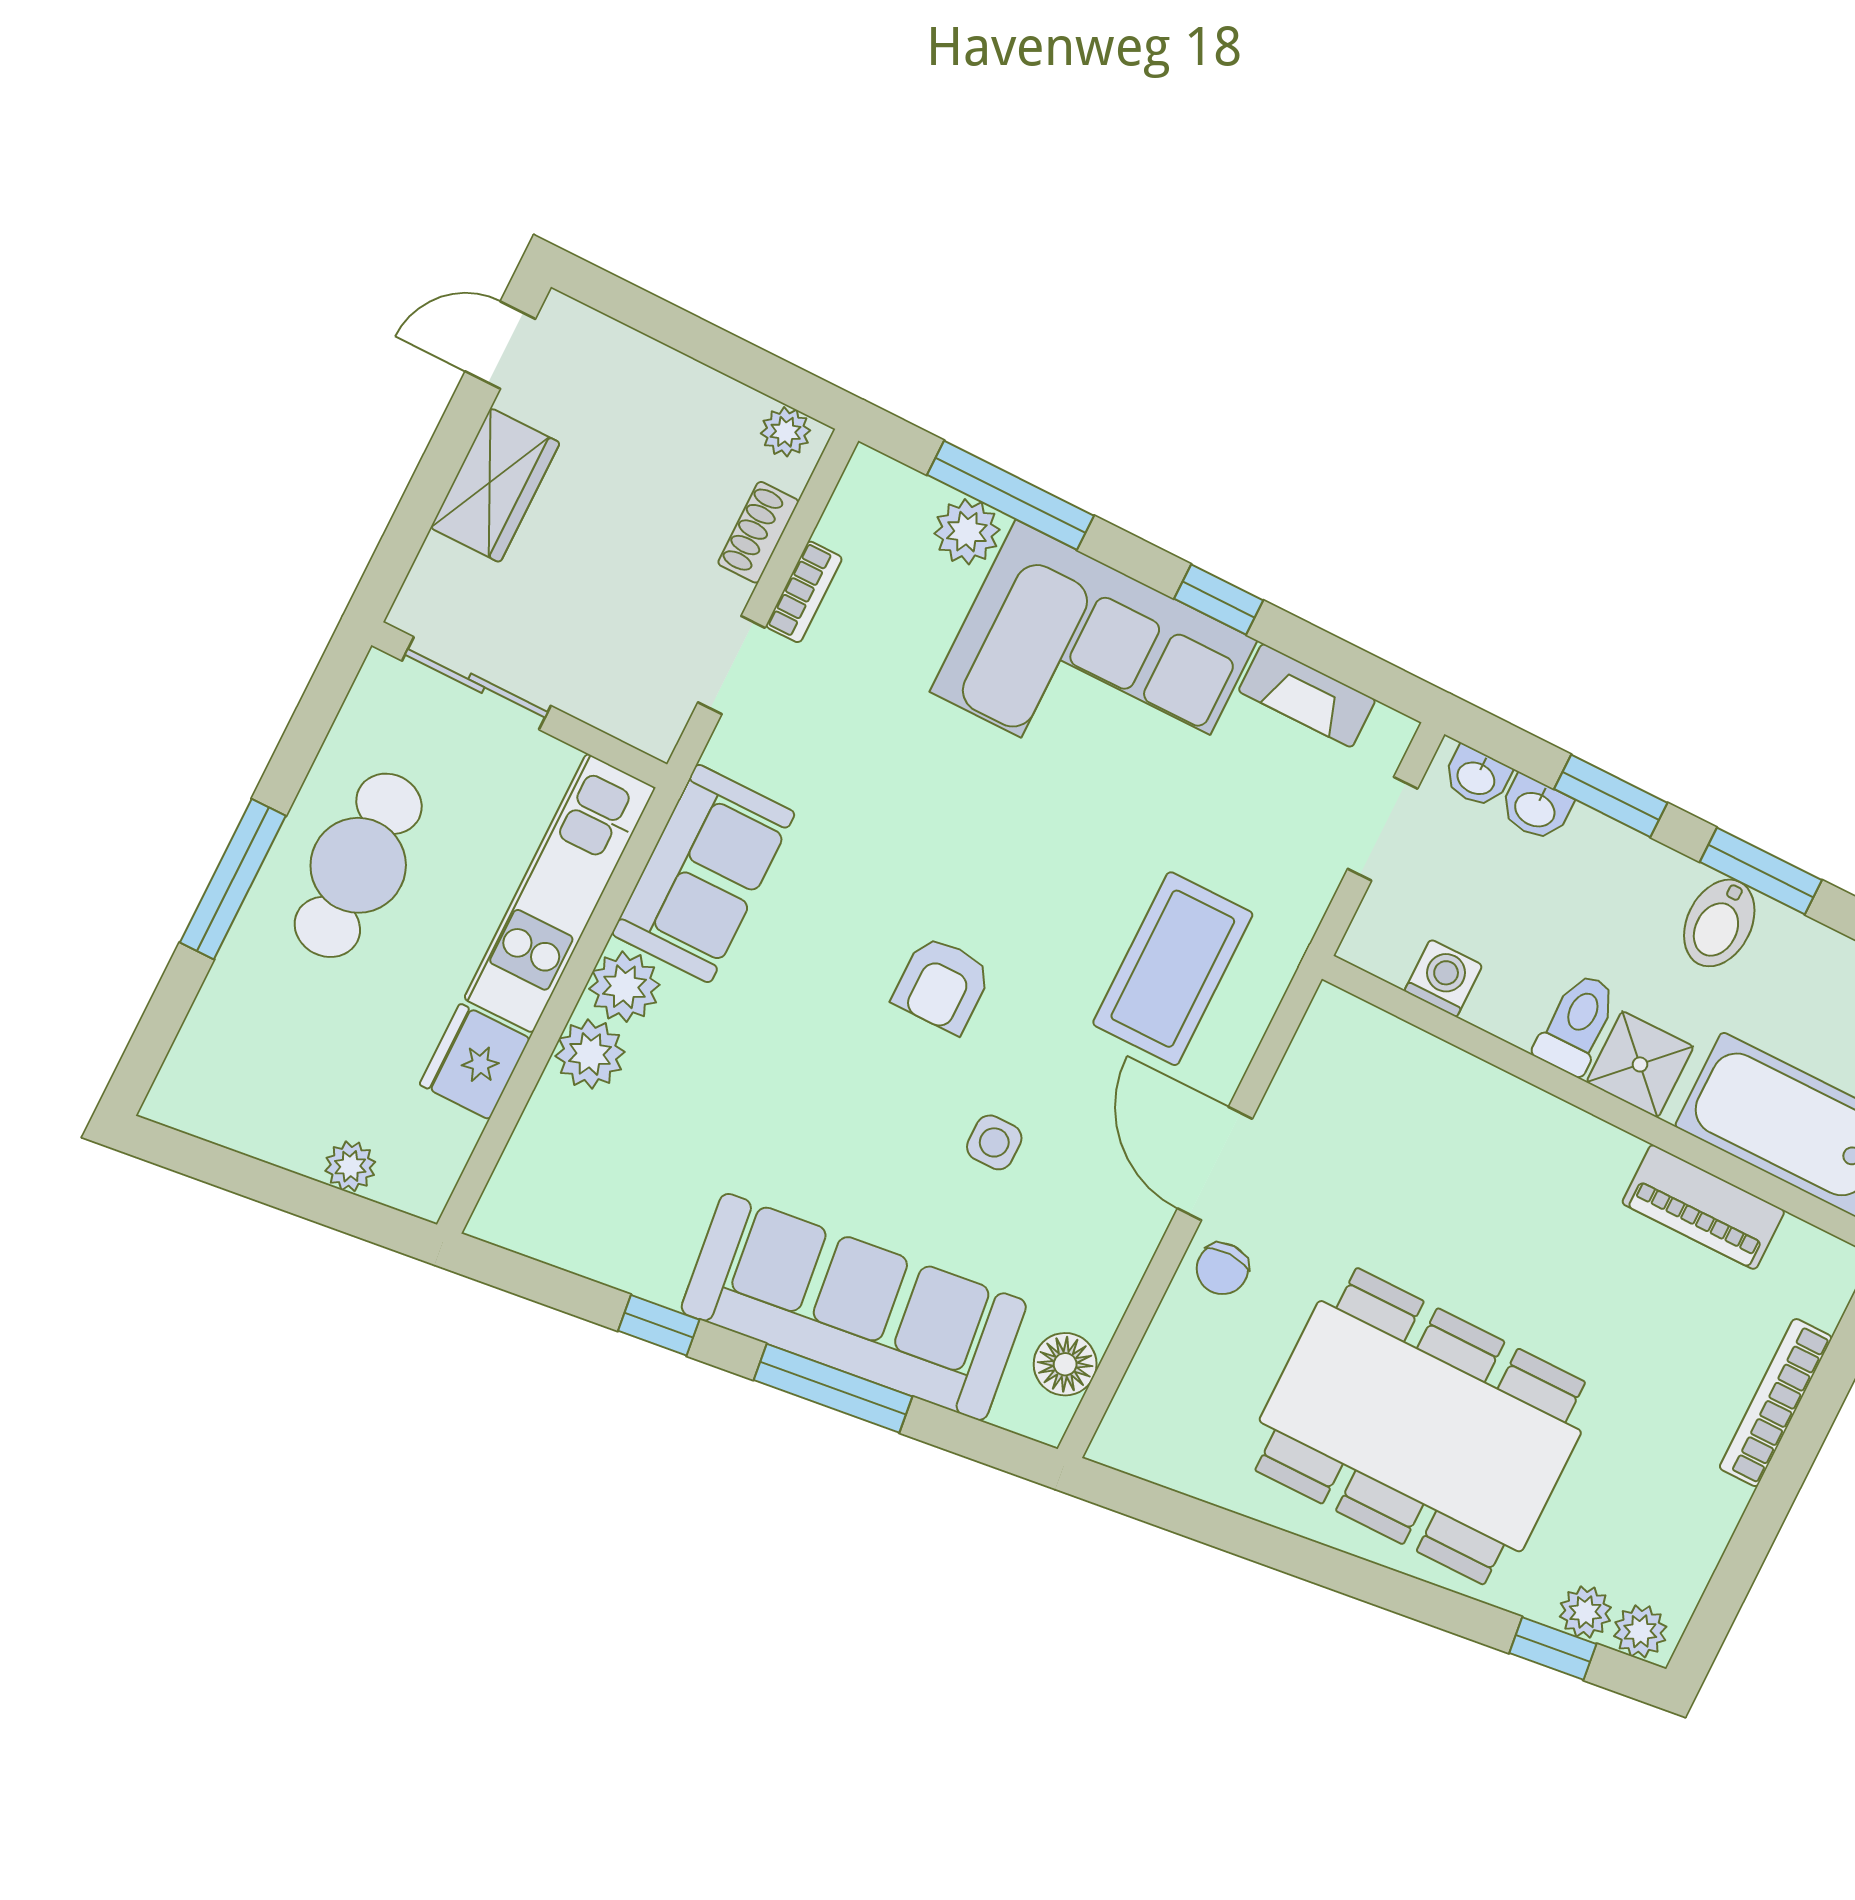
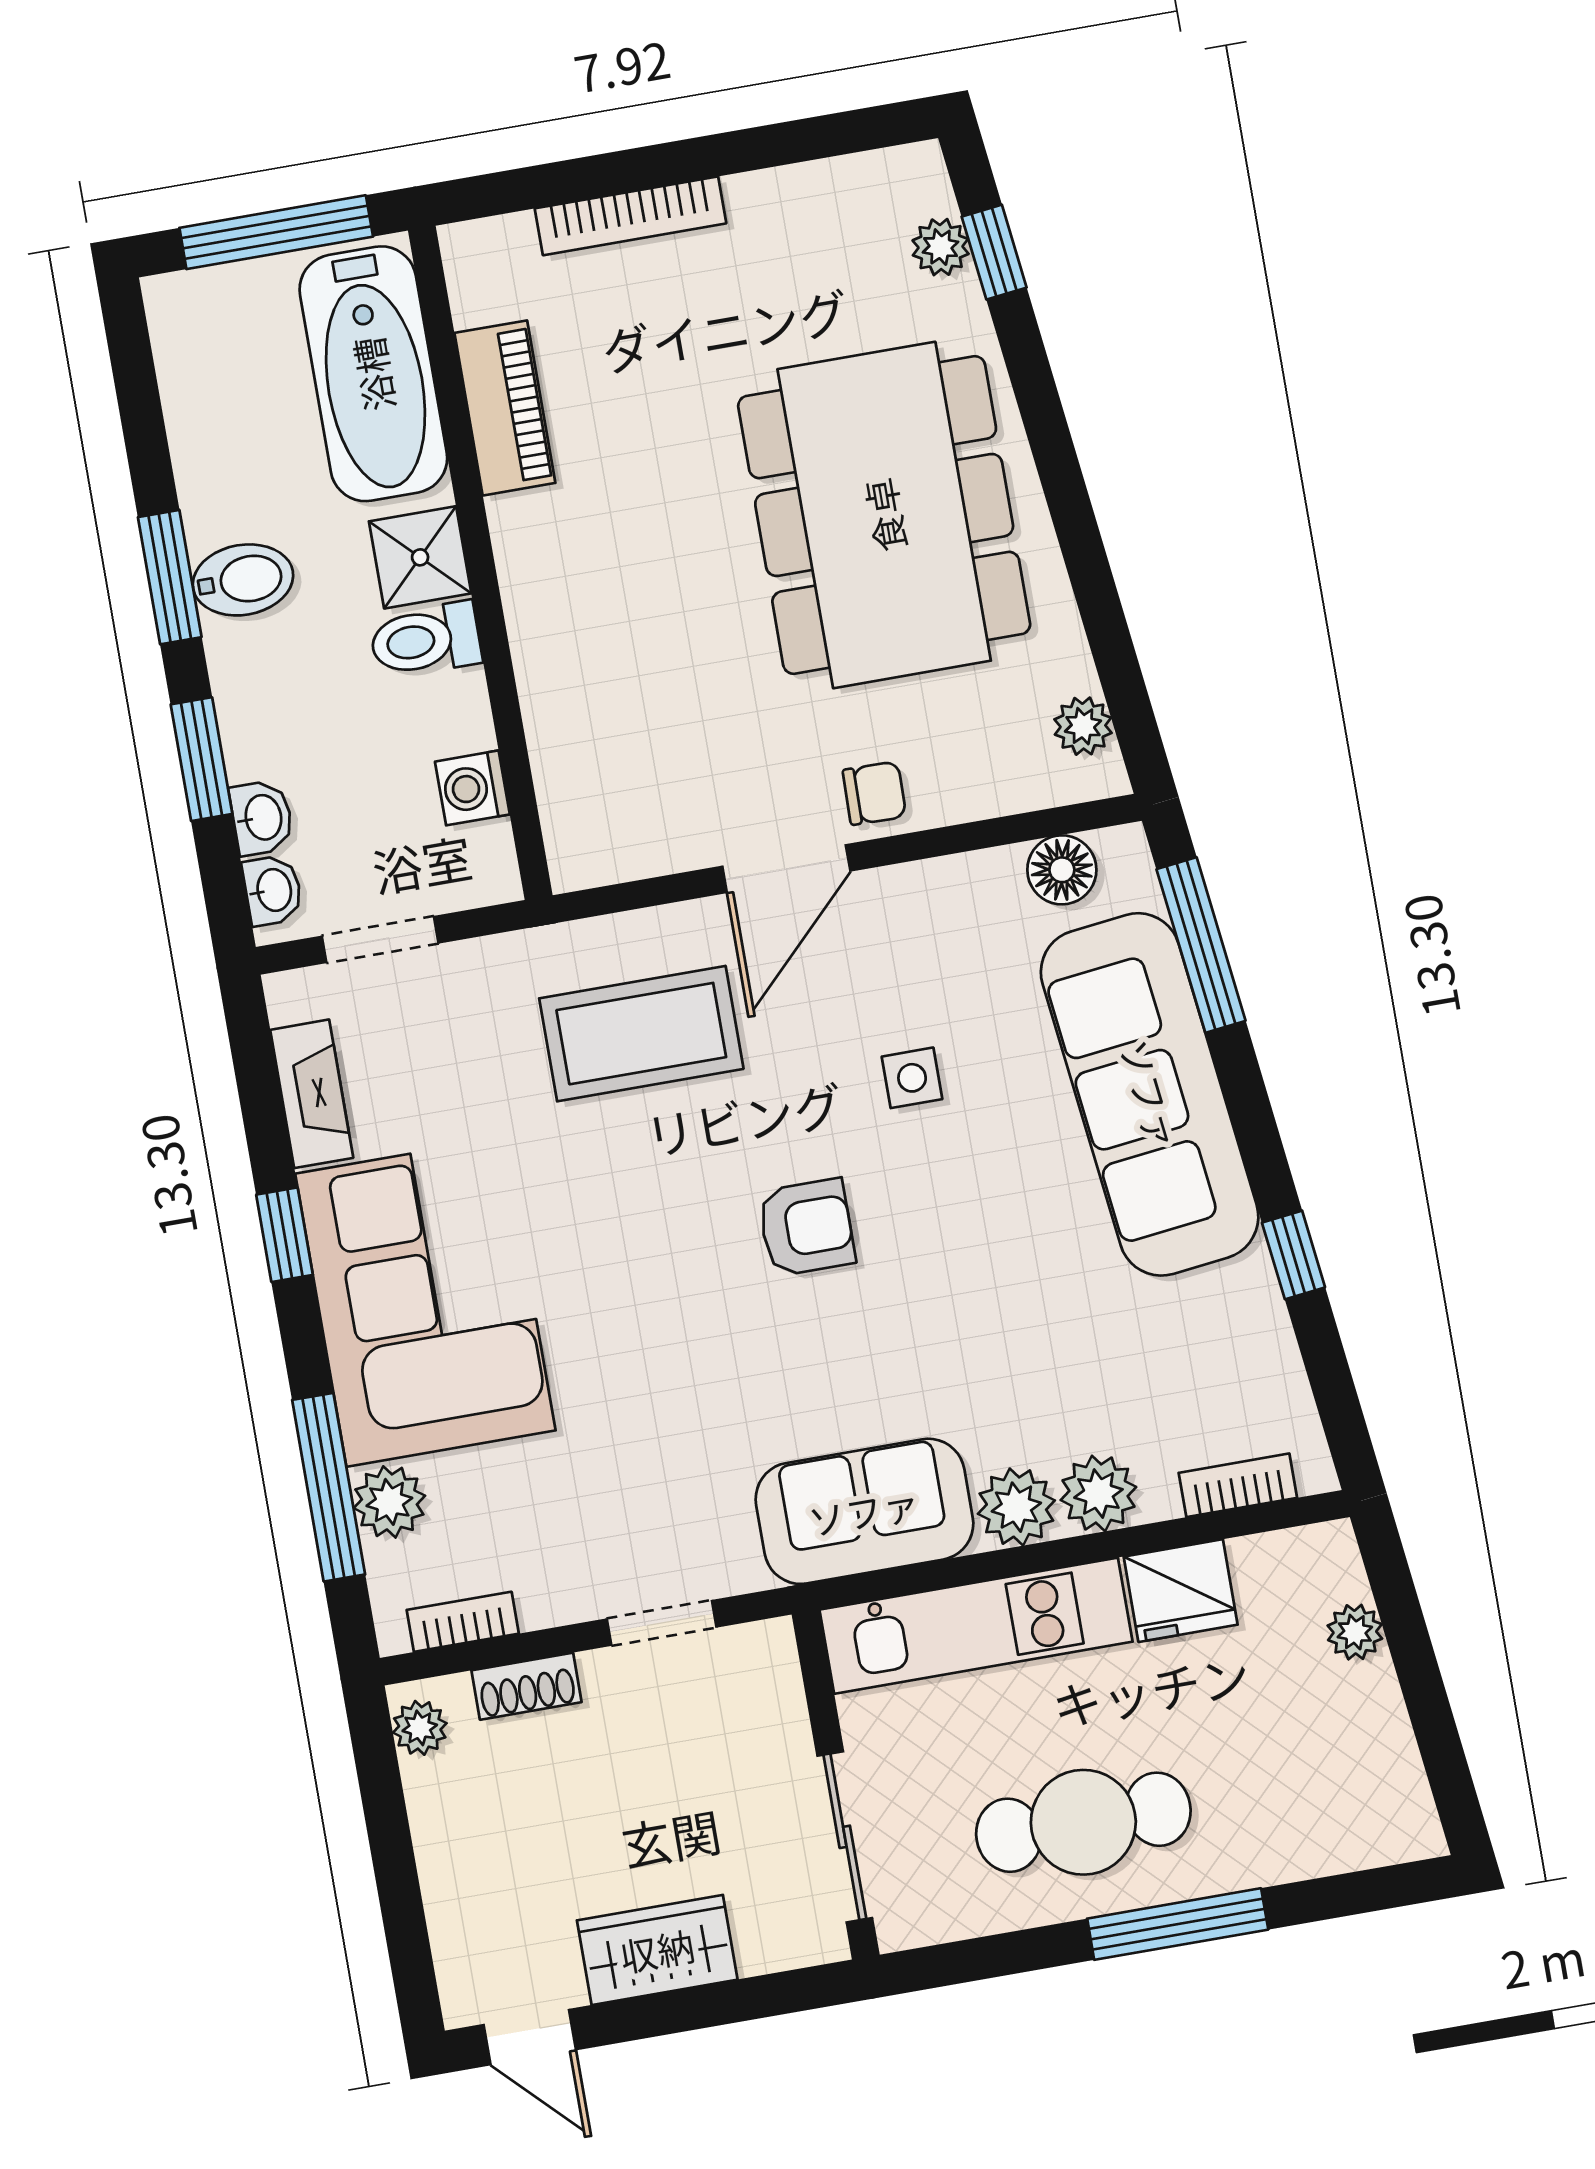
bookcase: (804, 592) -> (463, 1622), moved
bookcase: (521, 1160) -> (1238, 1485), added
window: (833, 1388) -> (1201, 945), moved
plant: (1640, 1631) -> (1083, 726), moved

